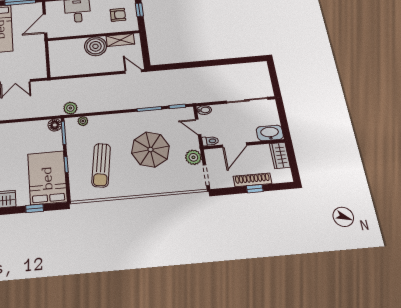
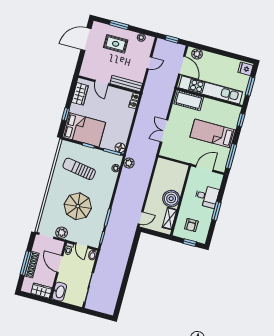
door: (45, 24) -> (204, 168), hinge flipped
door: (198, 127) -> (82, 245), swing flipped
window: (255, 189) -> (25, 263), width x2.17

